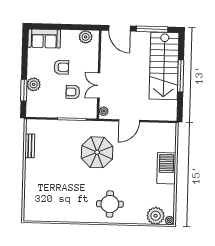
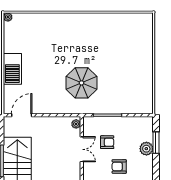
door: (129, 121) -> (22, 115), moved
bench: (30, 146) -> (148, 88), removed
round table: (110, 204) -> (68, 32), removed
plant: (156, 216) -> (22, 21), removed

